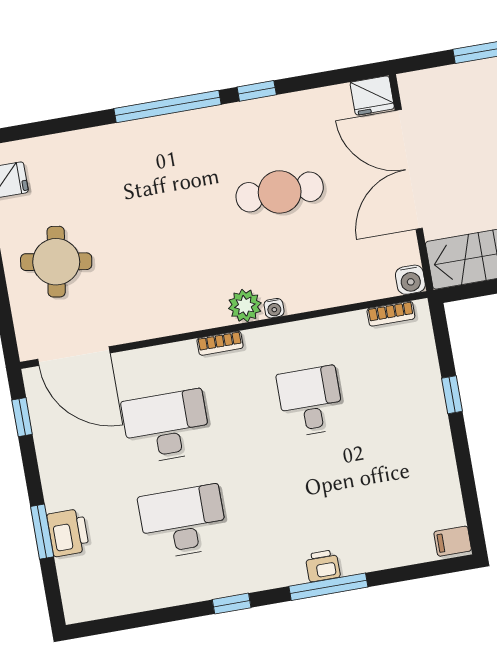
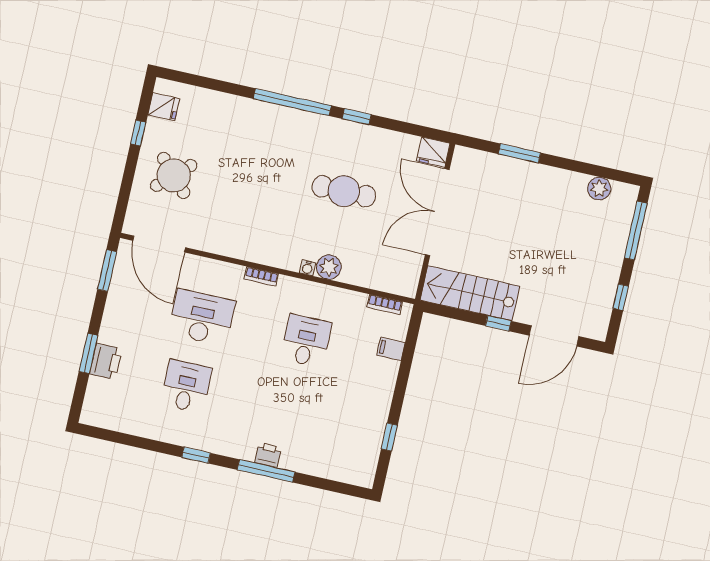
round table: (56, 262) -> (174, 175), turned 38
water cooler: (410, 280) -> (407, 287), removed
plant: (245, 306) -> (329, 267), moved
window: (452, 395) -> (389, 437), moved
window: (22, 417) -> (107, 271), width x1.50
desk: (183, 522) -> (186, 386), width x0.73
filing cabinet: (453, 541) -> (391, 349), moved

